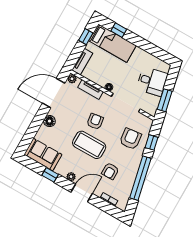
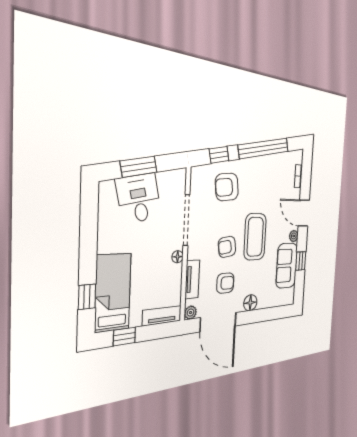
window: (165, 100) -> (139, 167), moved
sofa: (43, 155) -> (287, 266), moved
armchair: (110, 171) -> (225, 283), moved

